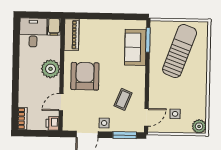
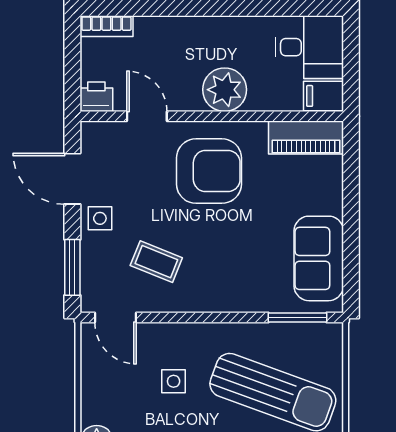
sofa: (135, 47) -> (319, 258), moved, turned -90
side table: (175, 114) -> (174, 381), moved

